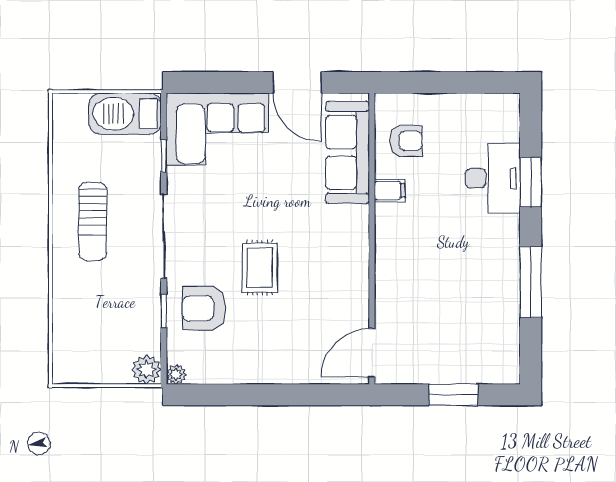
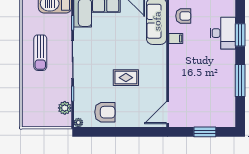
rug: (260, 268) -> (126, 78), moved, turned 90
armchair: (204, 308) -> (105, 112), moved, turned 180
plant: (146, 370) -> (65, 108), moved

